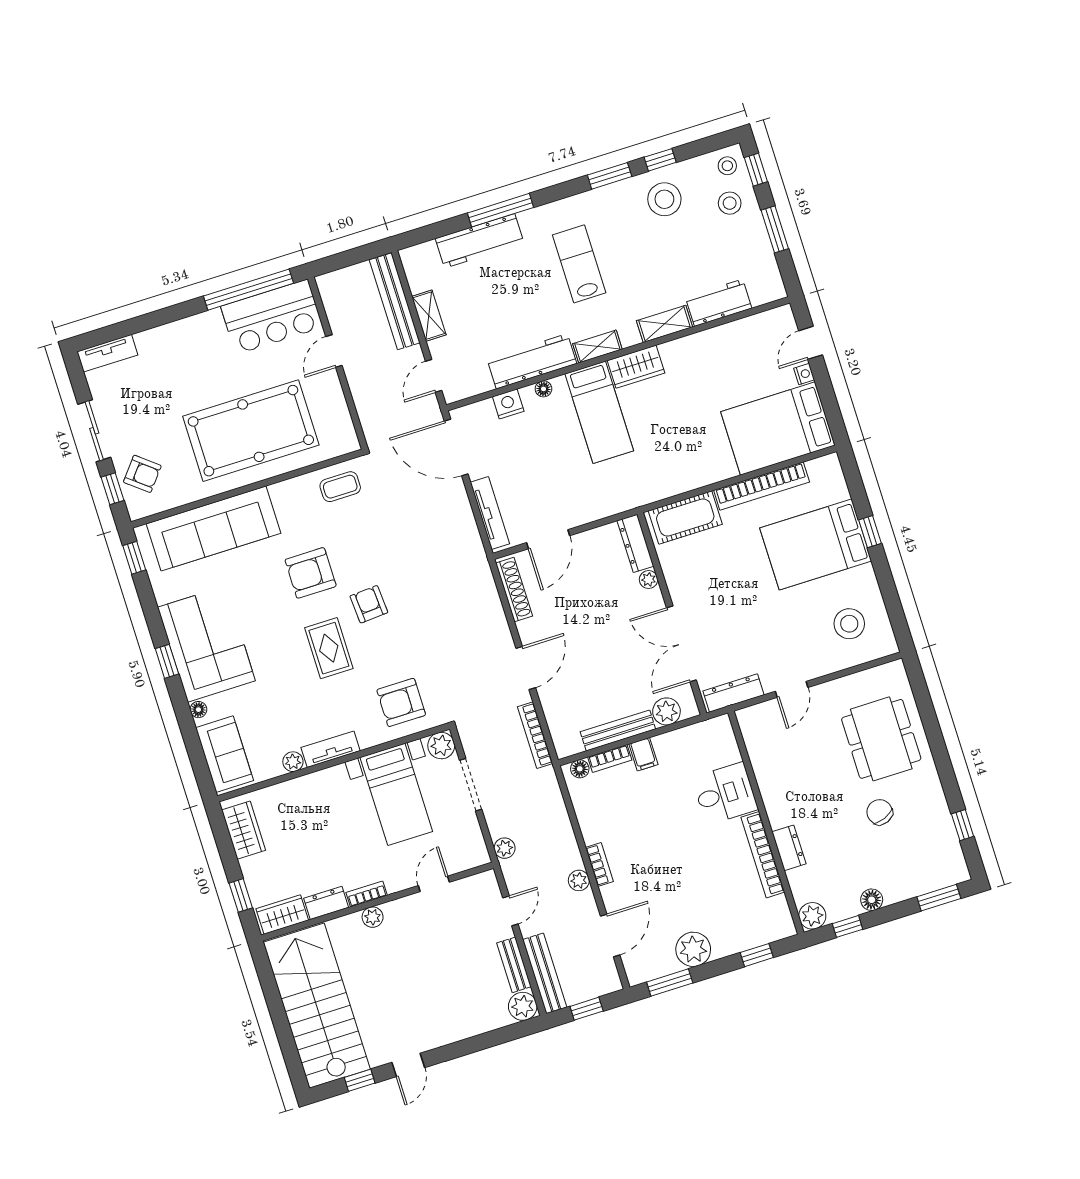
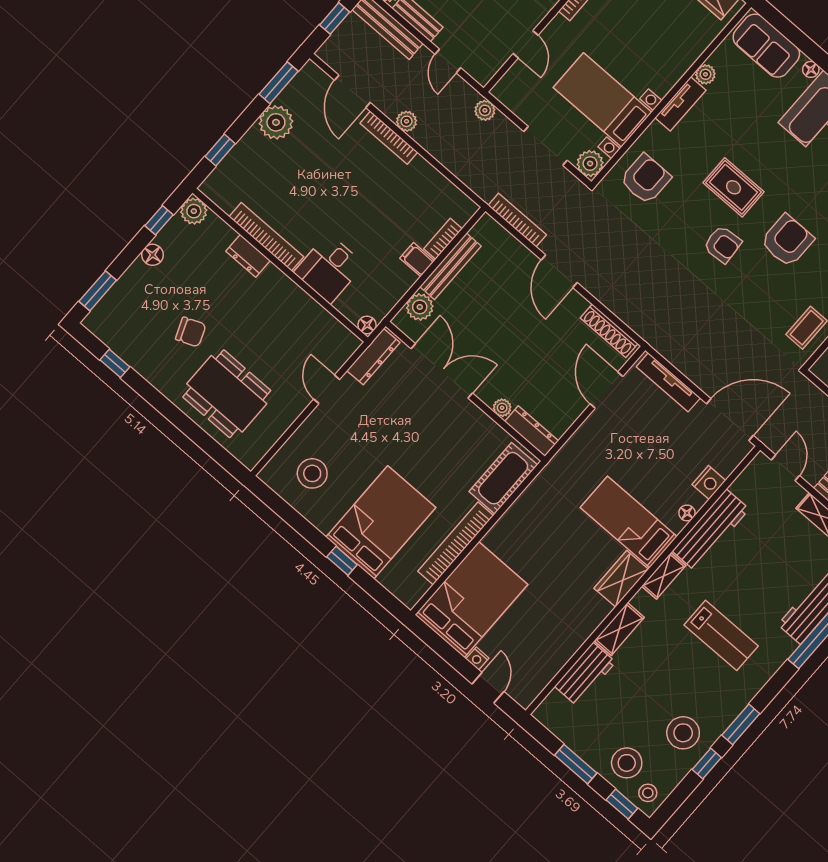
stool: (730, 203) -> (627, 763), width x1.38, depth x1.38
floor lamp: (580, 769) -> (367, 325), moved
bookcase: (599, 865) -> (389, 138), width x1.56

